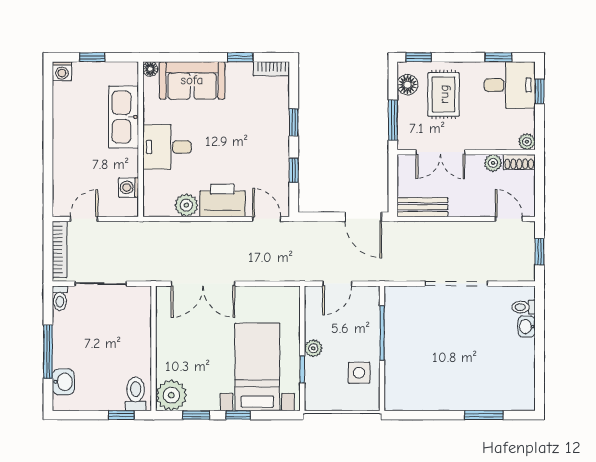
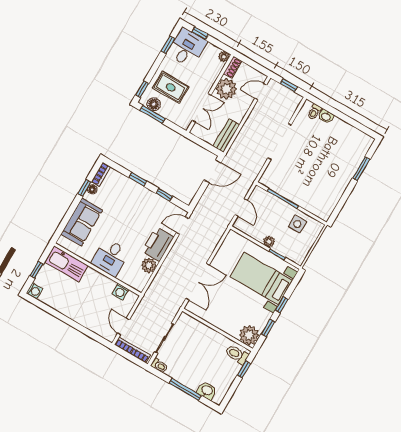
floor lamp: (150, 69) -> (92, 189), moved
kitchen sink: (124, 117) -> (66, 264), moved
window: (393, 120) -> (153, 114), moved
plant: (493, 163) -> (226, 89), width x1.88, depth x1.88

